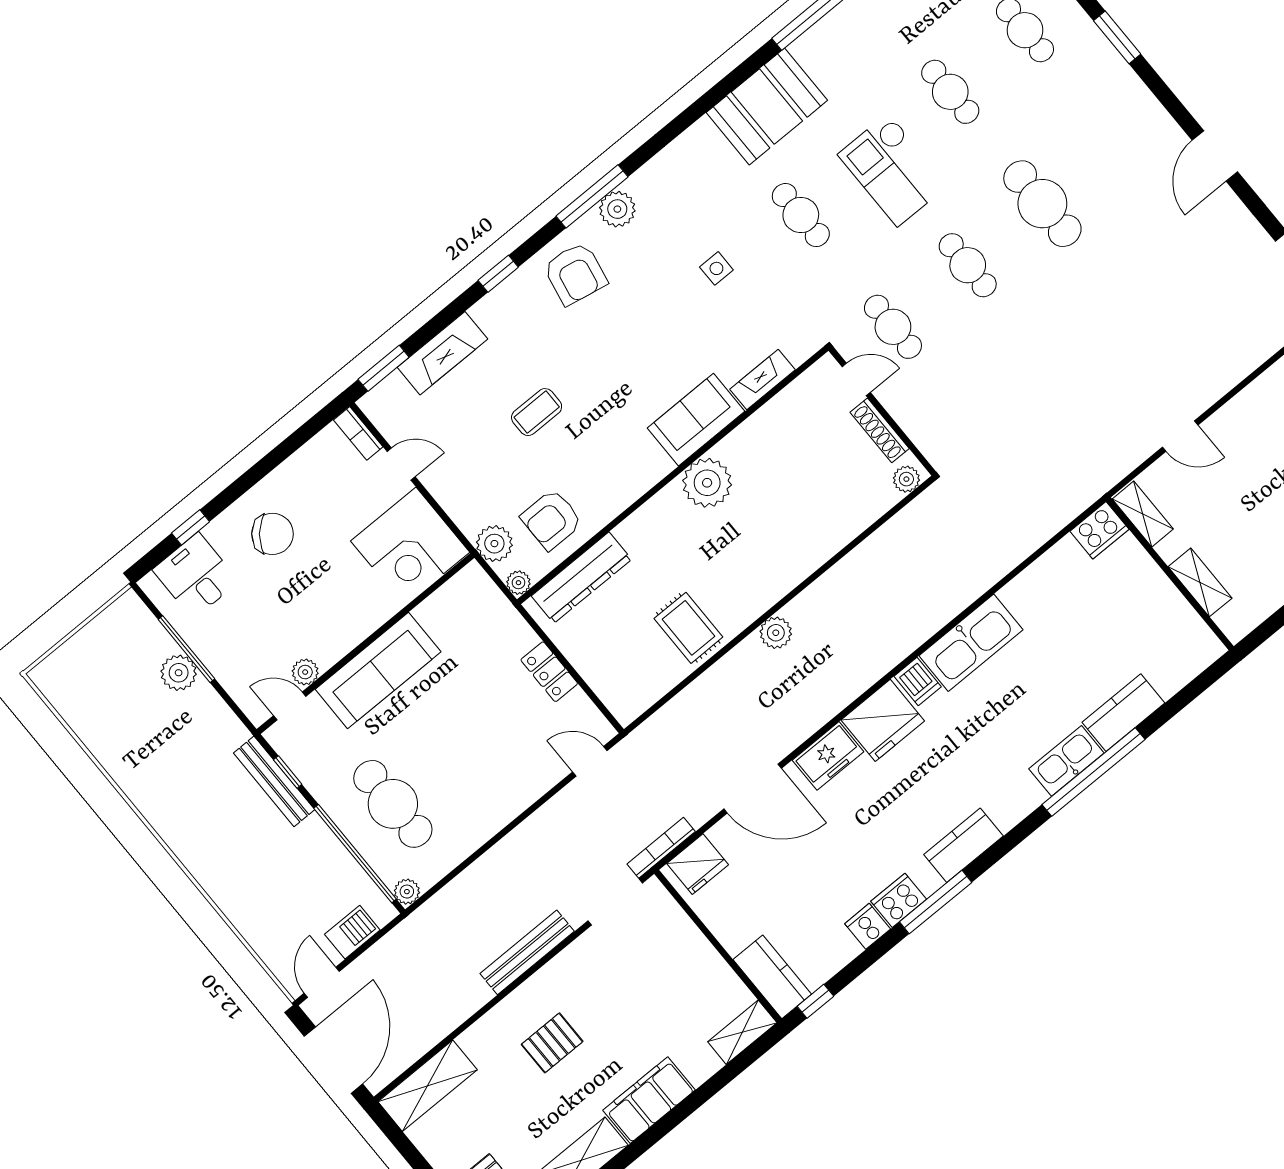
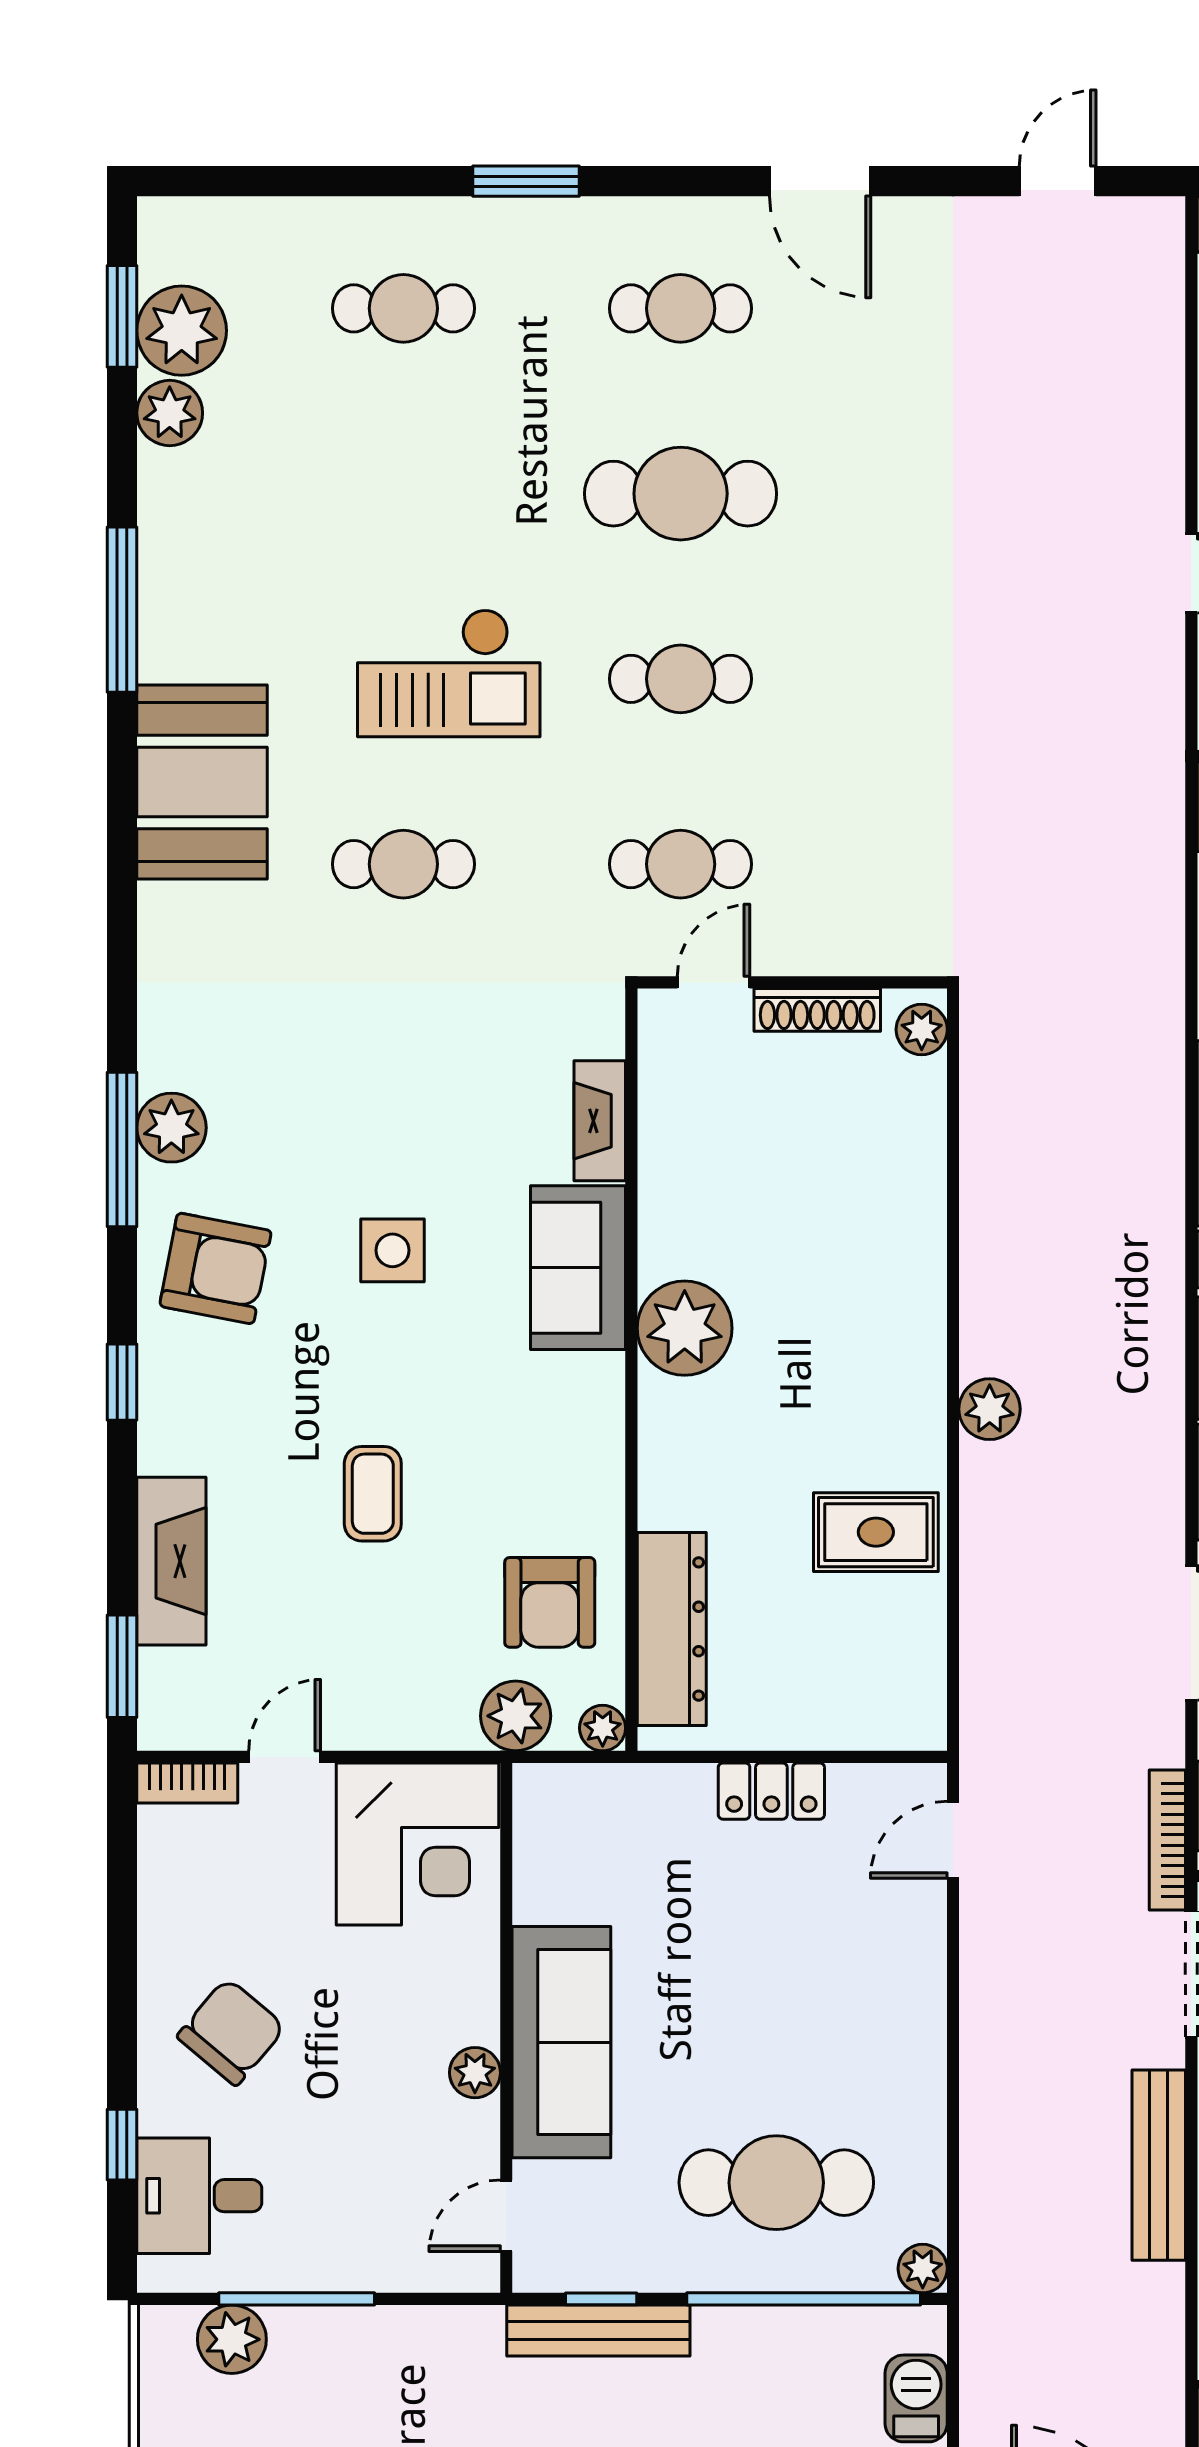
cafe table: (950, 92) -> (681, 308), moved
side table: (716, 268) -> (393, 1250), moved, width x1.37, depth x1.37
plant: (305, 672) -> (475, 2073), moved
plant: (179, 673) -> (232, 2339), moved

